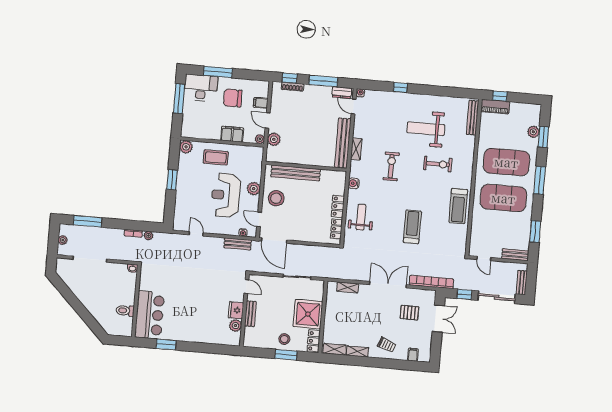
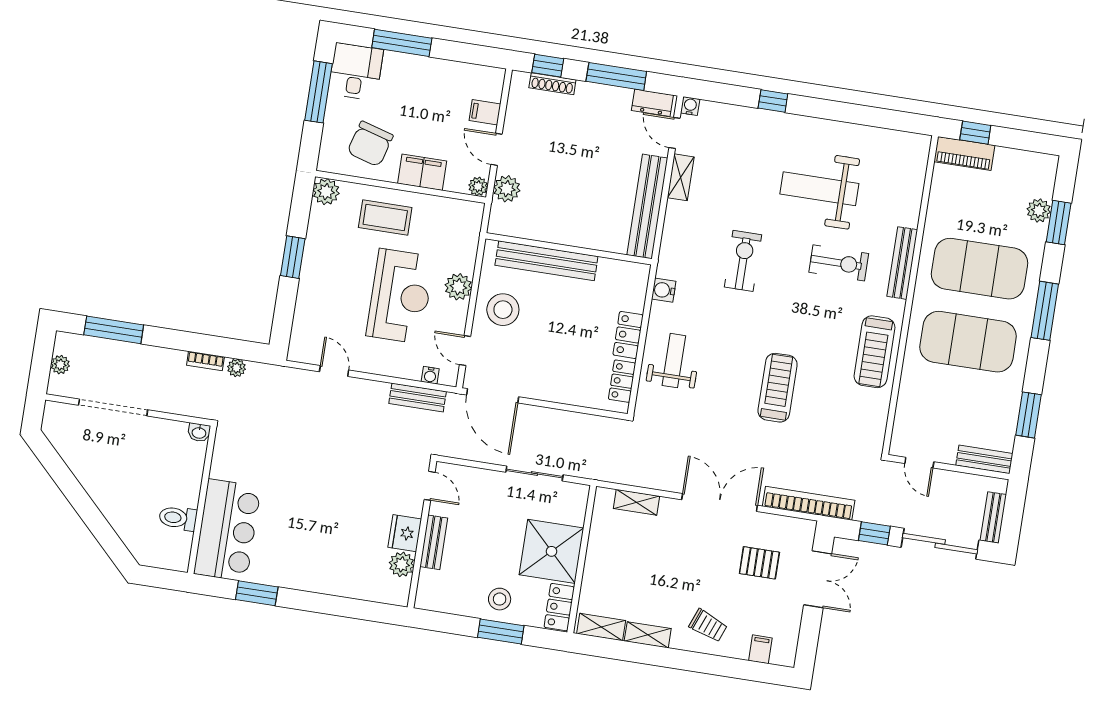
desk: (201, 88) -> (356, 72), width x0.73
chair: (233, 98) -> (370, 144), moved, turned -74
bench: (473, 118) -> (902, 263), moved
shelving: (356, 149) -> (681, 177), moved
reception desk: (226, 195) -> (400, 296), turned 180

